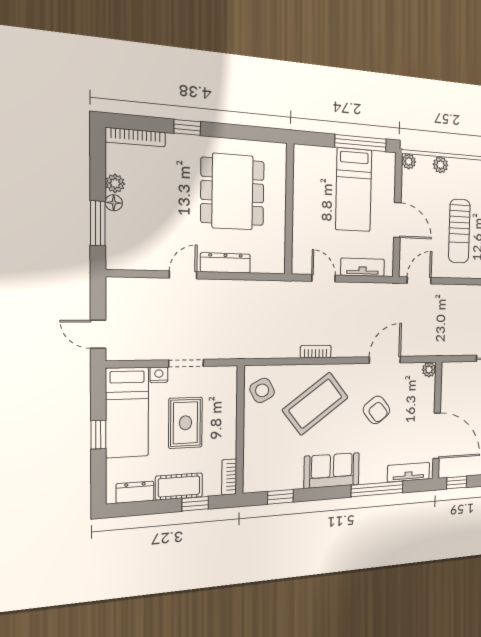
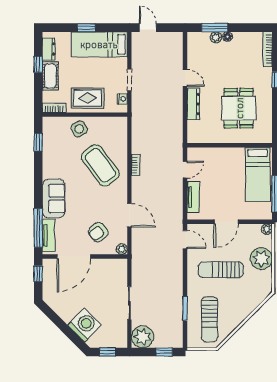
plant: (440, 165) -> (261, 259), width x1.87, depth x1.87
plant: (115, 183) -> (216, 37), moved
bed: (354, 190) -> (258, 175), moved, turned -90
dining table: (233, 192) -> (239, 108), width x0.73
door: (98, 334) -> (148, 28), hinge flipped
nightstand: (159, 375) -> (122, 99), moved
side table: (262, 390) -> (79, 129), moved
armchair: (377, 410) -> (98, 232), moved
rug: (185, 423) -> (88, 98), moved
sofa: (332, 471) -> (54, 199), moved
window: (377, 489) -> (38, 228), moved
window: (195, 504) -> (38, 64), moved

